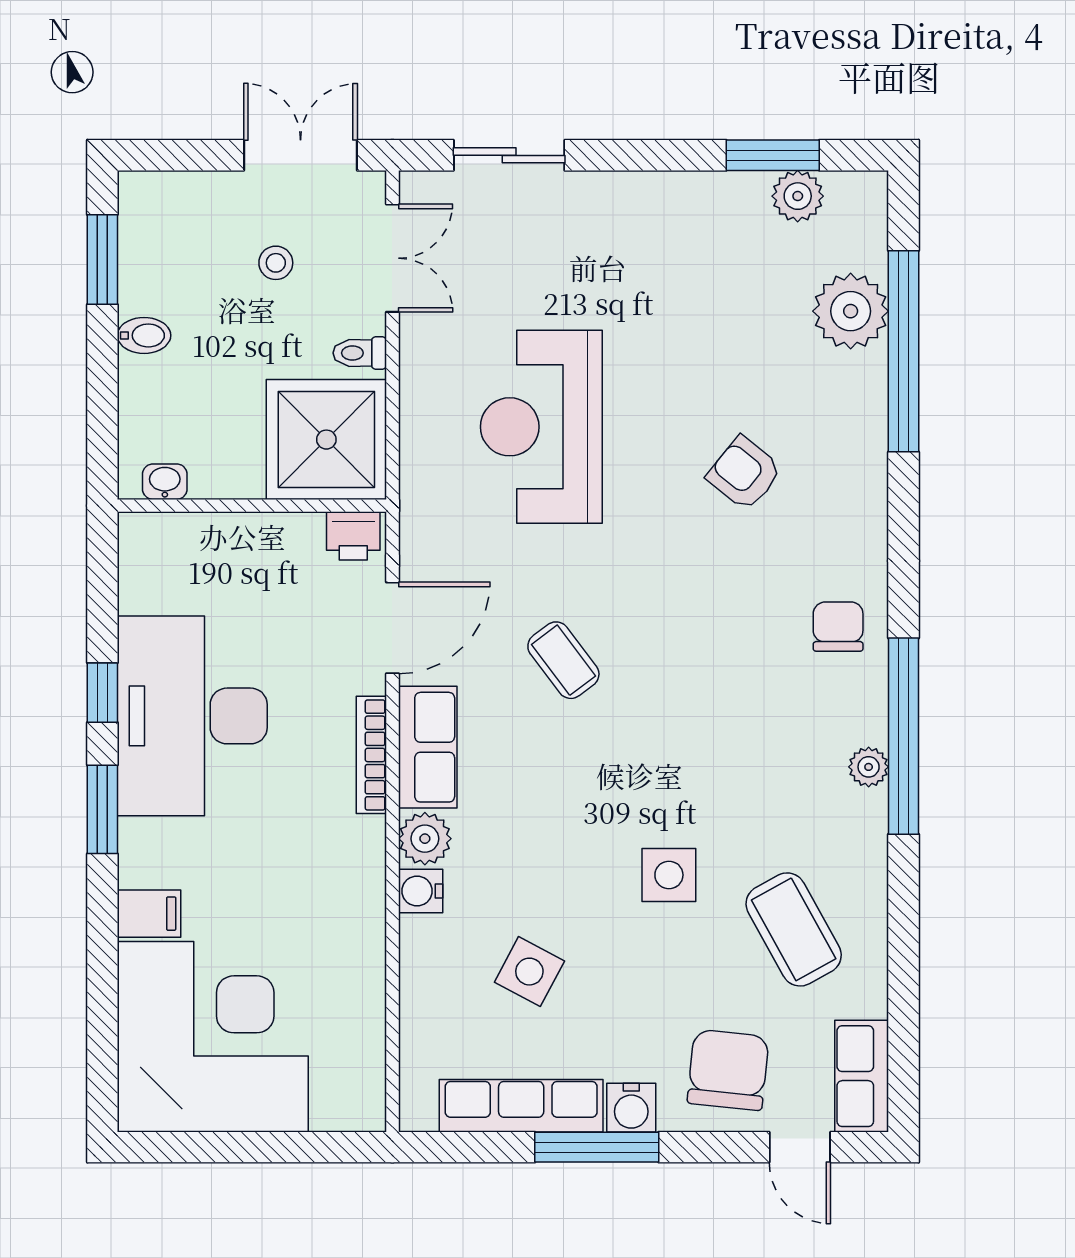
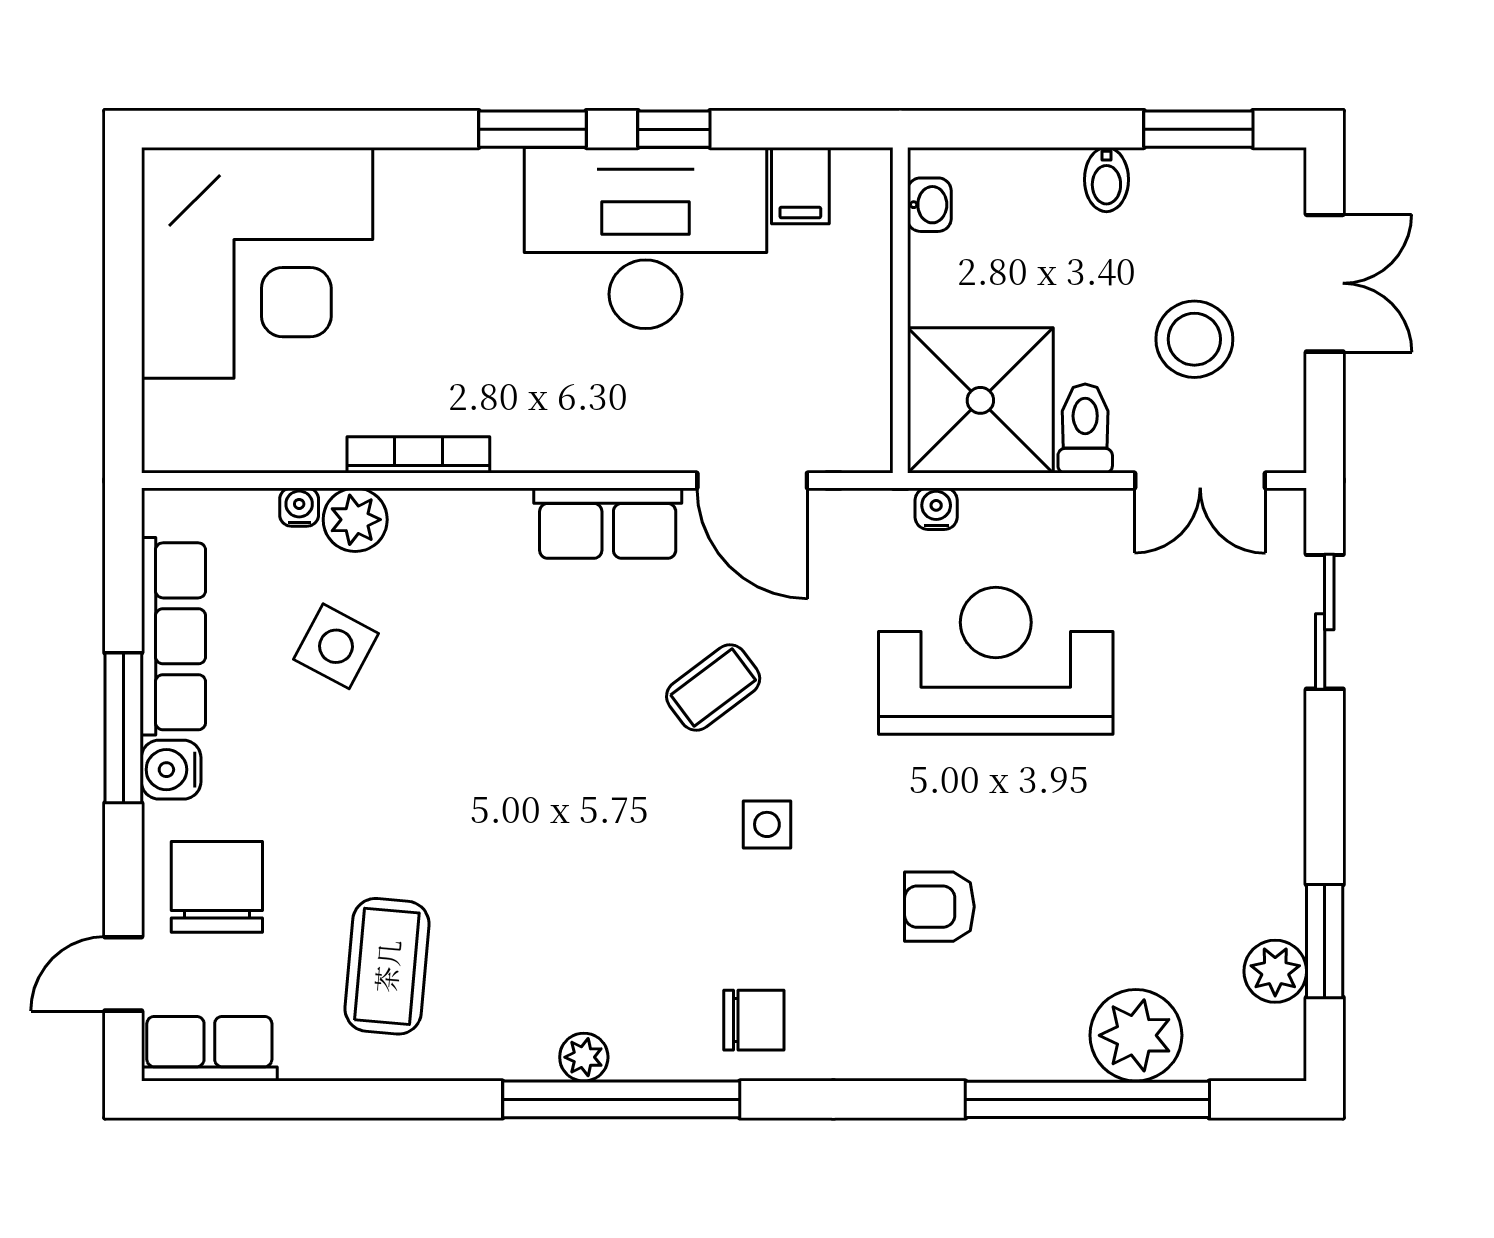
double door: (301, 155) -> (1325, 283), moved
stool: (276, 263) -> (1194, 339), width x1.89, depth x1.89
toilet: (360, 353) -> (1085, 428), width x1.37, depth x1.39
armchair: (744, 473) -> (939, 907), turned -129
water cooler: (416, 476) -> (936, 509), added
printer: (353, 536) -> (864, 433), removed
bookcase: (371, 755) -> (418, 455), moved
plant: (425, 839) -> (355, 520), moved
side table: (669, 875) -> (767, 824), moved, width x0.73, depth x0.73
water cooler: (421, 891) -> (299, 507), moved, width x0.72, depth x0.72
filing cabinet: (149, 914) -> (800, 186), moved
coffee table: (794, 929) -> (387, 966), turned -56
chair: (728, 1070) -> (217, 887), turned -96

